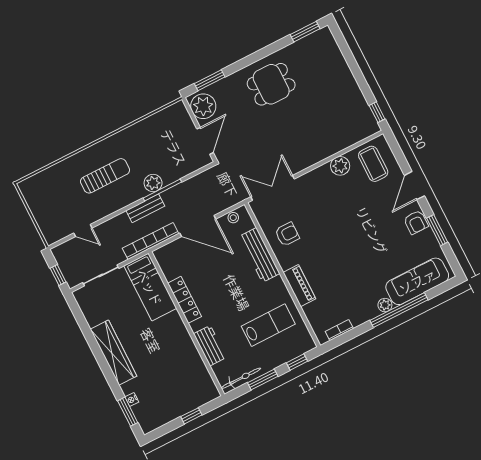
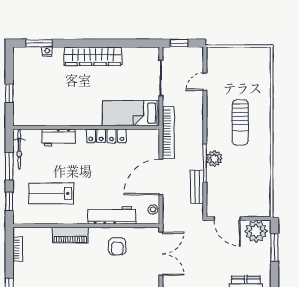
bench: (145, 208) -> (197, 187), moved
lab bench: (268, 325) -> (51, 193), turned 90

